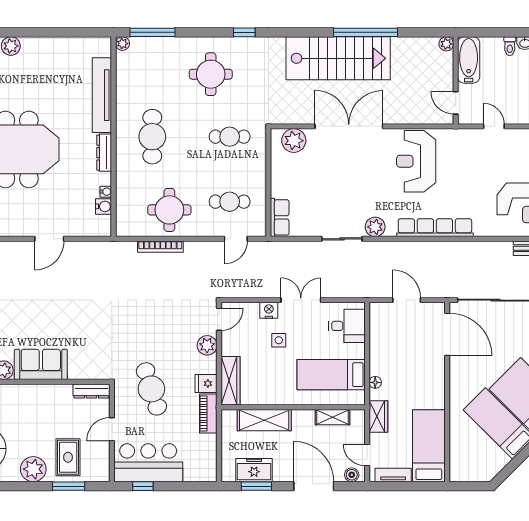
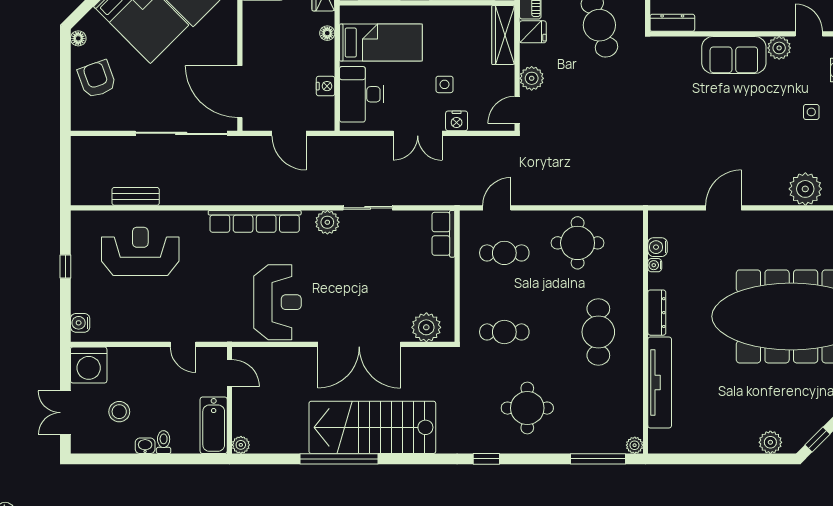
bookcase: (160, 247) -> (589, 198), removed
desk: (347, 326) -> (362, 94), width x1.37
nightstand: (377, 339) -> (326, 86), added

